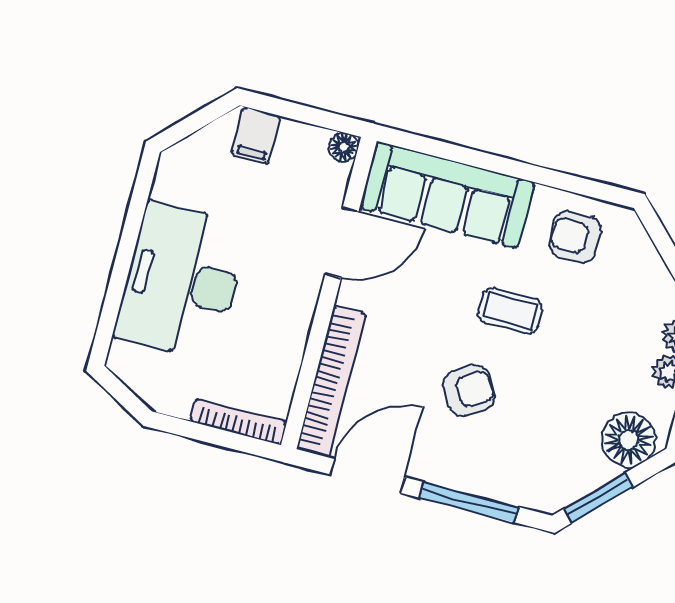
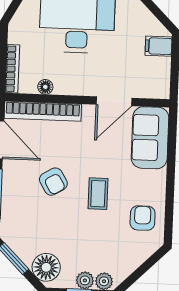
floor lamp: (344, 147) -> (45, 87), moved
sofa: (447, 195) -> (150, 138), width x0.73
door: (342, 243) -> (114, 101), hinge flipped

